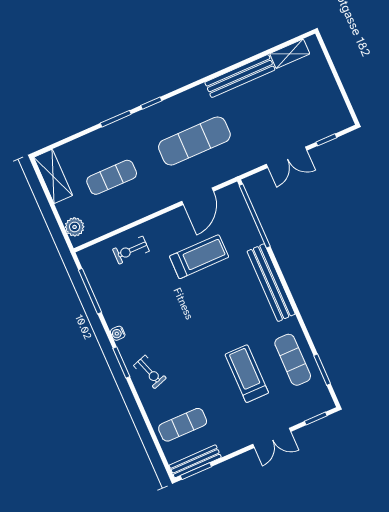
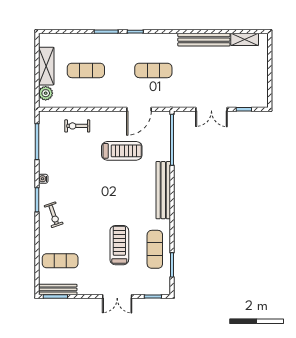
exercise mat: (194, 141) -> (153, 70), width x0.73, depth x0.69
shelving: (53, 176) -> (46, 66), moved

